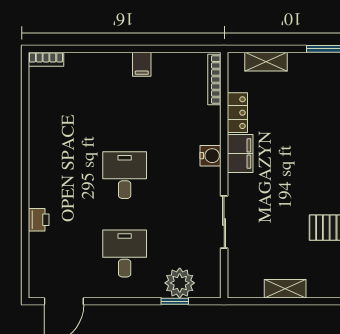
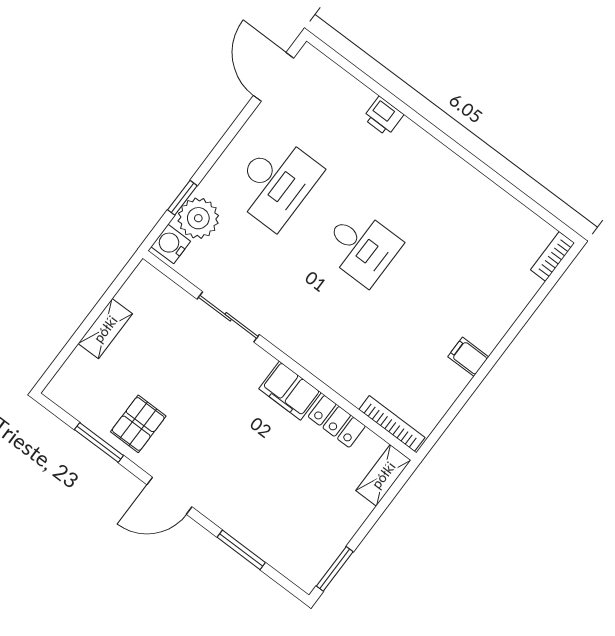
shelving: (266, 62) -> (383, 475), moved
water cooler: (210, 156) -> (171, 244), moved, turned 90
desk: (125, 253) -> (276, 182), width x1.37

